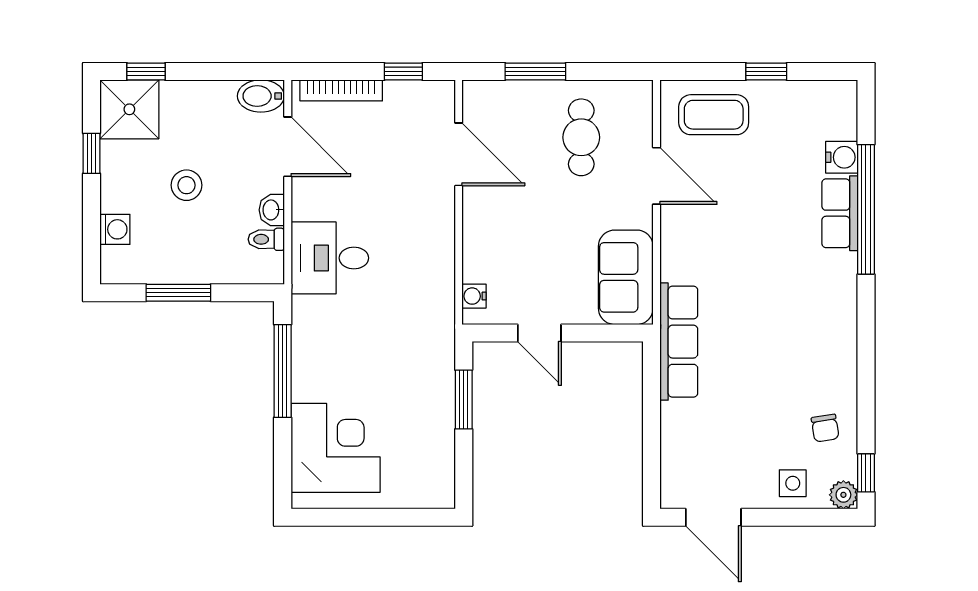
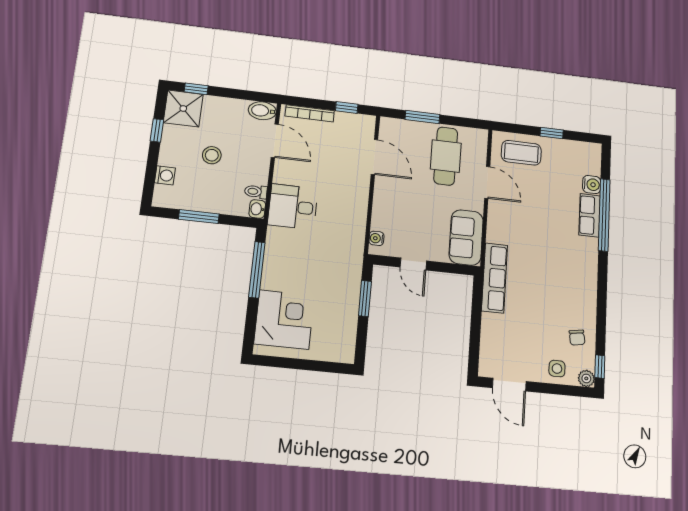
cafe table: (581, 137) -> (446, 156), width x1.37, depth x1.35
washbasin: (272, 210) -> (257, 209), moved

